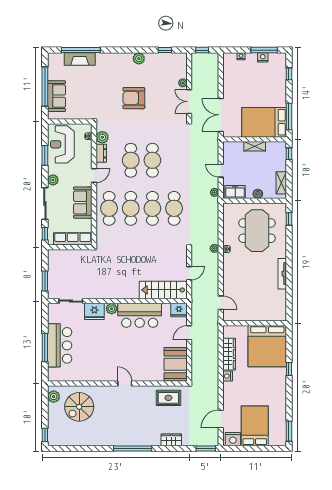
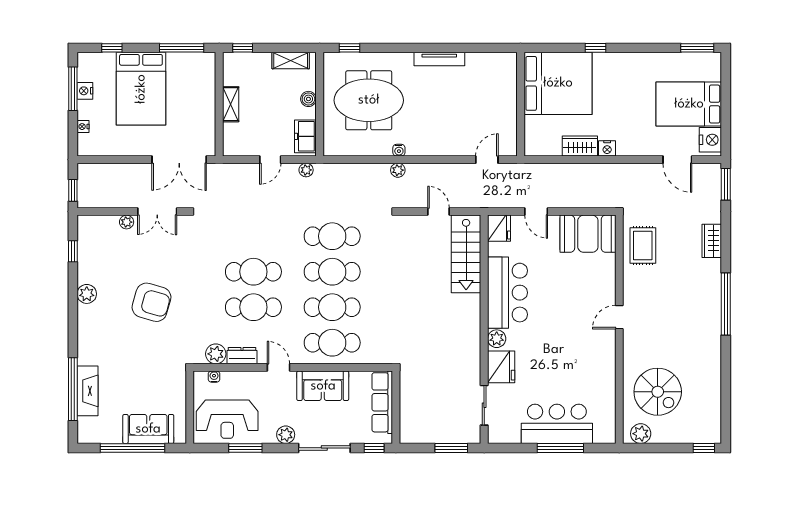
armchair: (134, 98) -> (151, 302), turned -74
bed: (264, 122) -> (141, 89), moved
wardrobe: (229, 354) -> (580, 146), width x0.67

